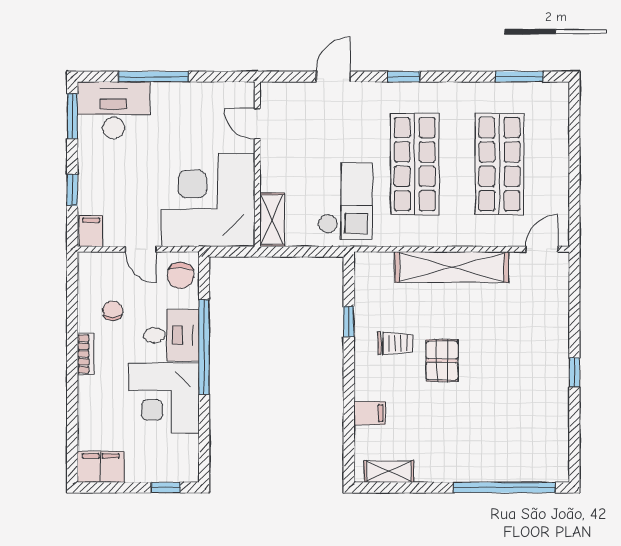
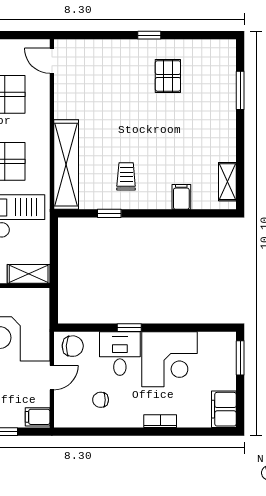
shelving: (452, 267) -> (66, 165), moved
window: (204, 347) -> (129, 328), width x0.32
bookcase: (86, 354) -> (160, 421), moved
pallet: (442, 361) -> (168, 76), moved, turned 90
window: (166, 487) -> (240, 358), width x1.50
window: (504, 487) -> (240, 90), width x0.47

